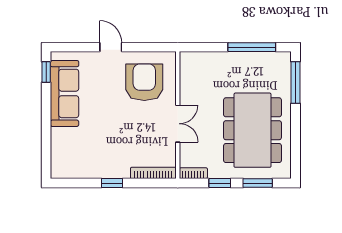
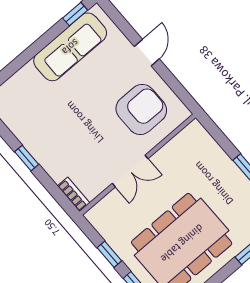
bookcase: (153, 173) -> (74, 194), width x0.64
bookcase: (193, 173) -> (98, 223), removed

